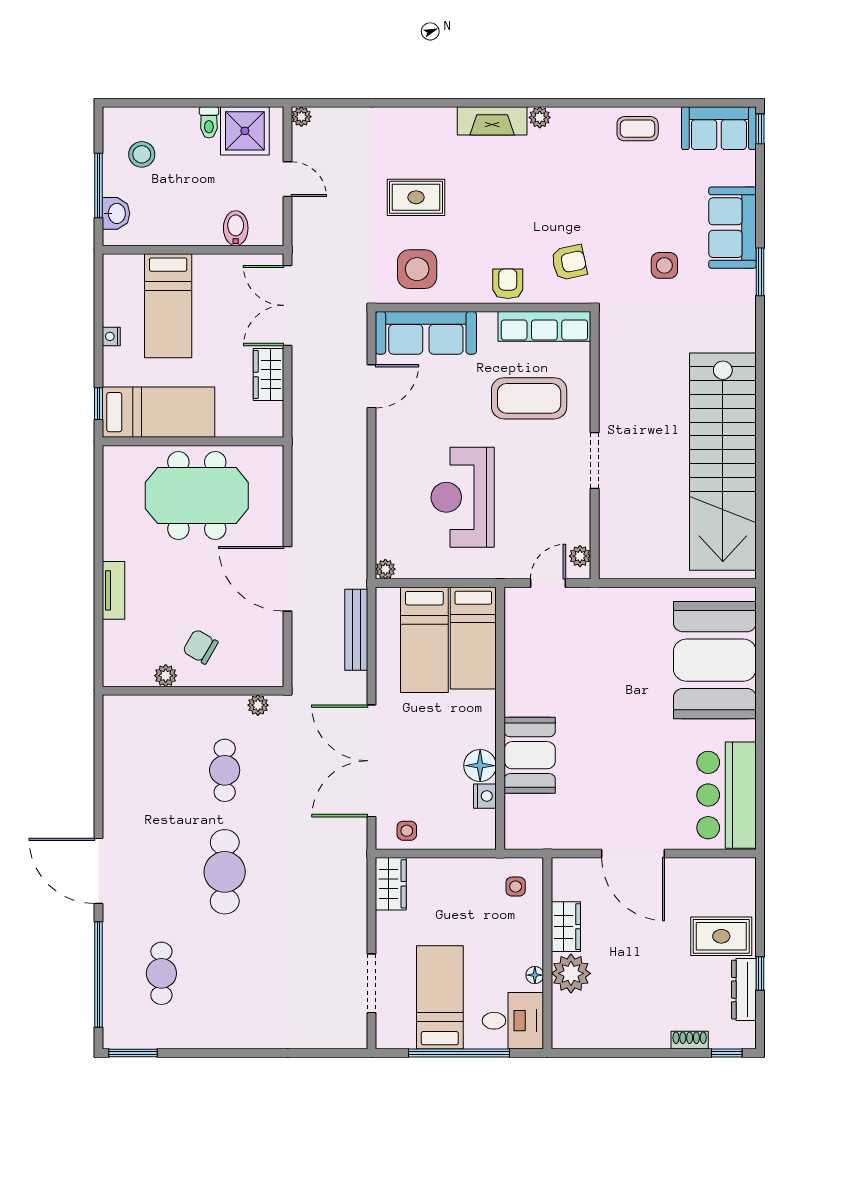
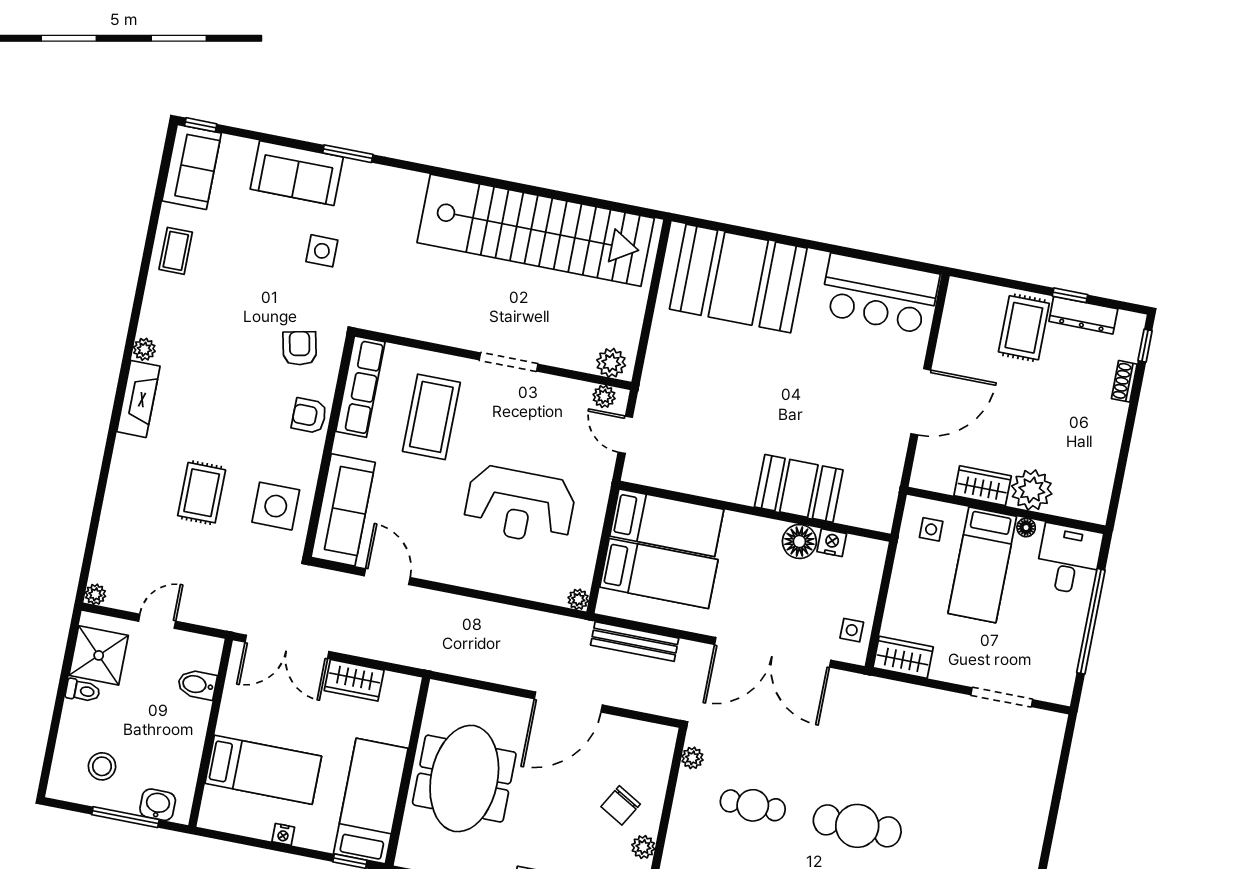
plant: (613, 557) -> (611, 363), added
bed: (440, 997) -> (982, 565), moved, turned -90

